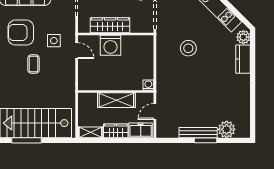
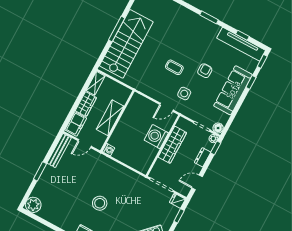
armchair: (21, 33) -> (205, 71), width x0.53, depth x0.53
stool: (188, 48) -> (100, 203), moved
door: (155, 111) -> (85, 144), swing flipped
plant: (227, 129) -> (33, 205), moved
bench: (198, 133) -> (59, 150), moved

